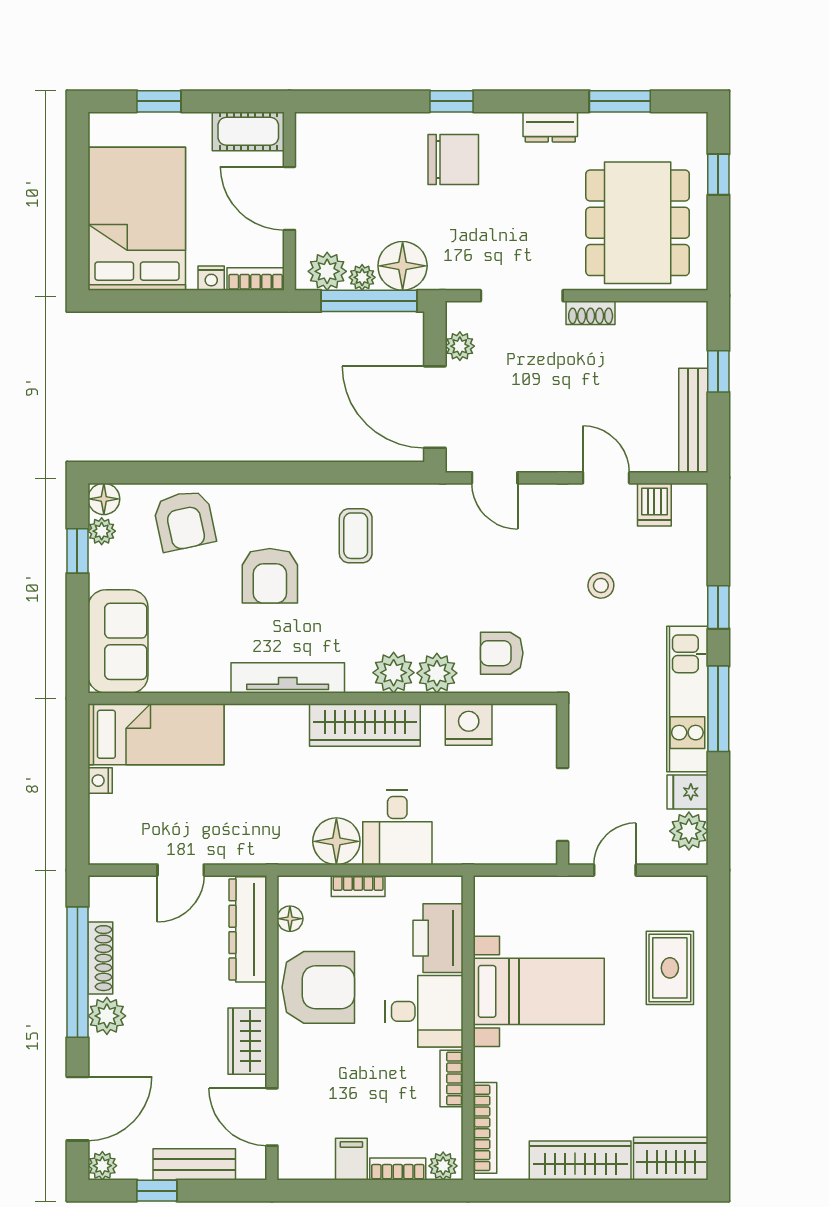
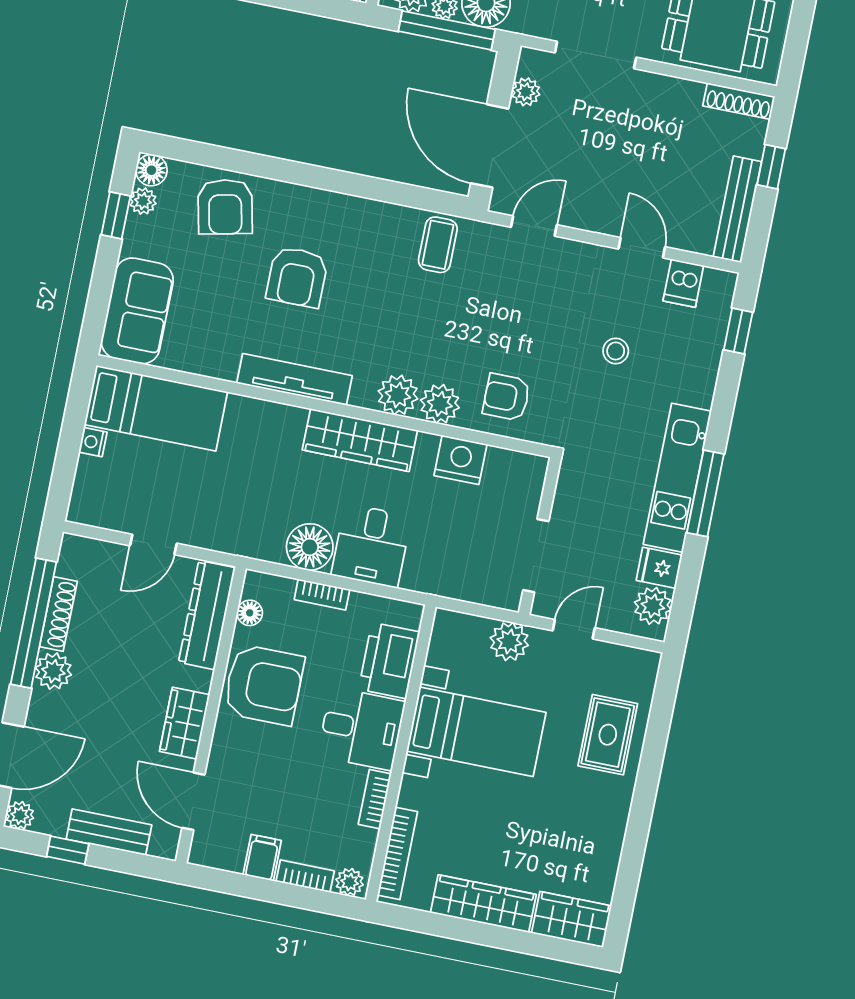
shoe rack: (591, 313) -> (739, 101), moved, width x1.43
door: (495, 478) -> (534, 226), swing flipped
coffee table: (356, 536) -> (438, 245), moved
window: (718, 607) -> (738, 331), moved
plant: (553, 895) -> (509, 642), added

